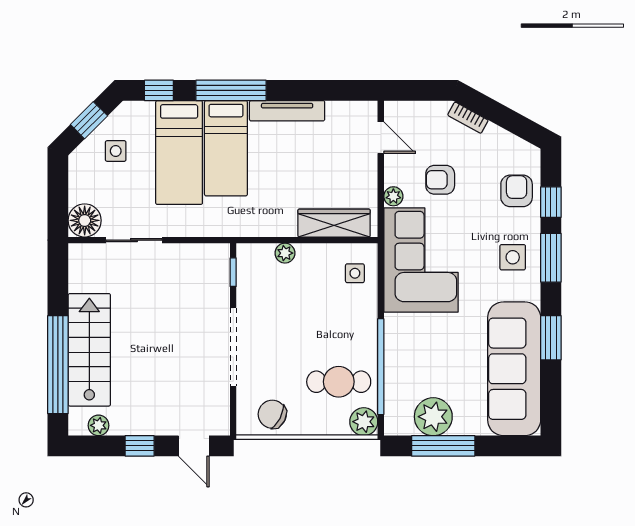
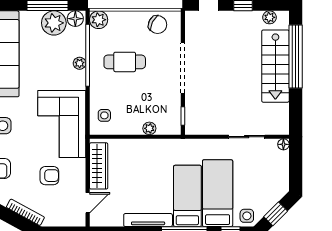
bookcase: (468, 118) -> (25, 212), width x1.56
door: (381, 138) -> (88, 203), swing flipped
side table: (116, 151) -> (247, 216), moved
plant: (393, 196) -> (80, 63), moved
floor lamp: (85, 220) -> (283, 144), width x0.53, depth x0.53
wardrobe: (334, 223) -> (99, 166), moved, turned -90
cafe table: (339, 382) -> (125, 62), moved
floor lamp: (400, 423) -> (75, 19), added

